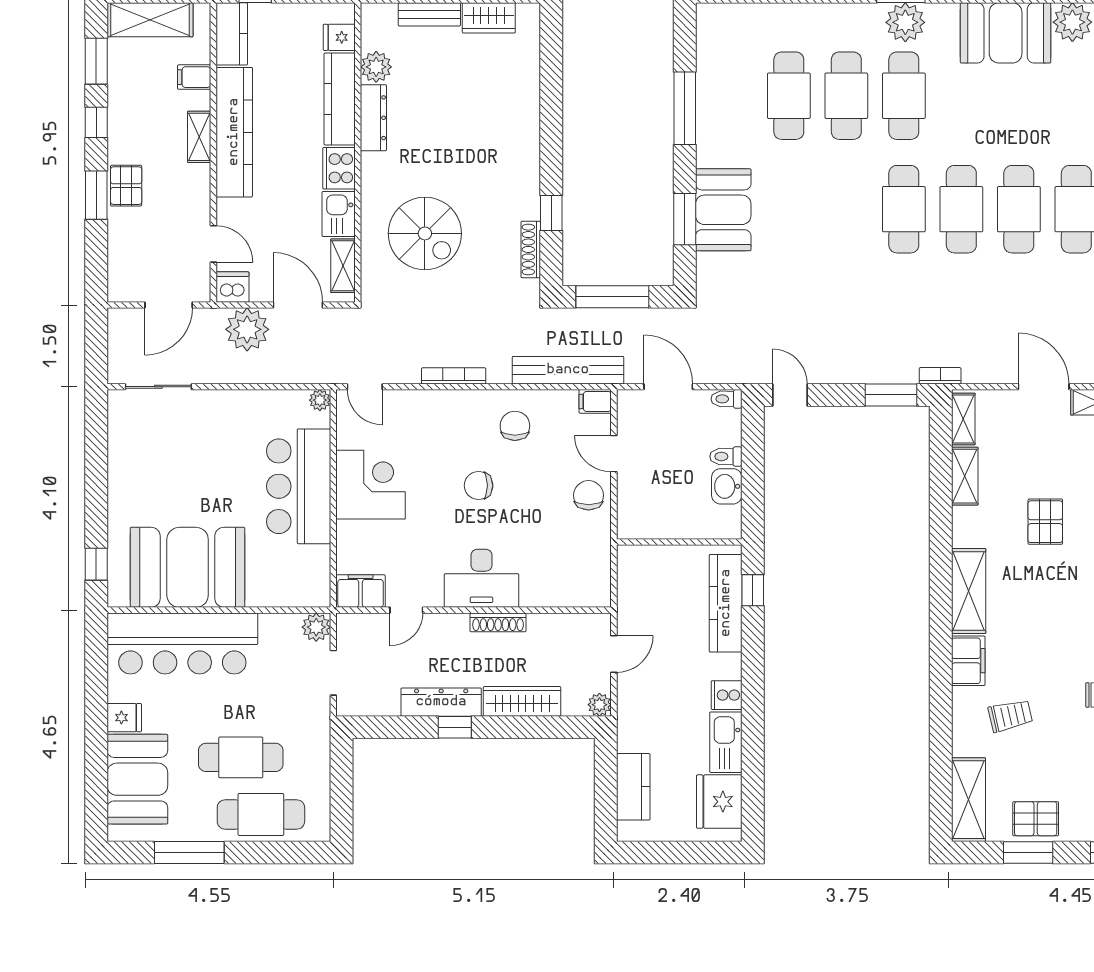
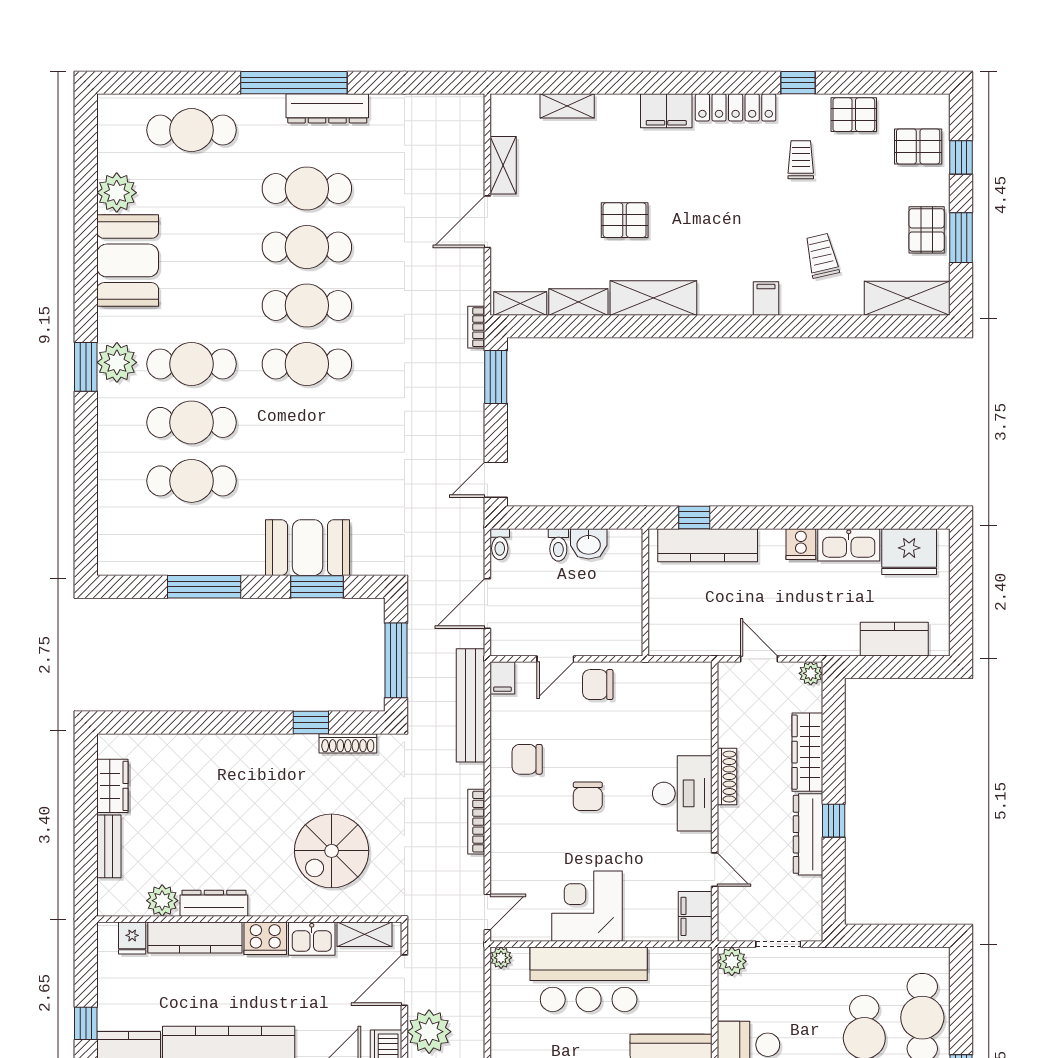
spiral stairs: (425, 233) -> (332, 851), turned 180
shelving: (969, 591) -> (653, 298), moved
filing cabinet: (968, 661) -> (766, 298), width x0.50

